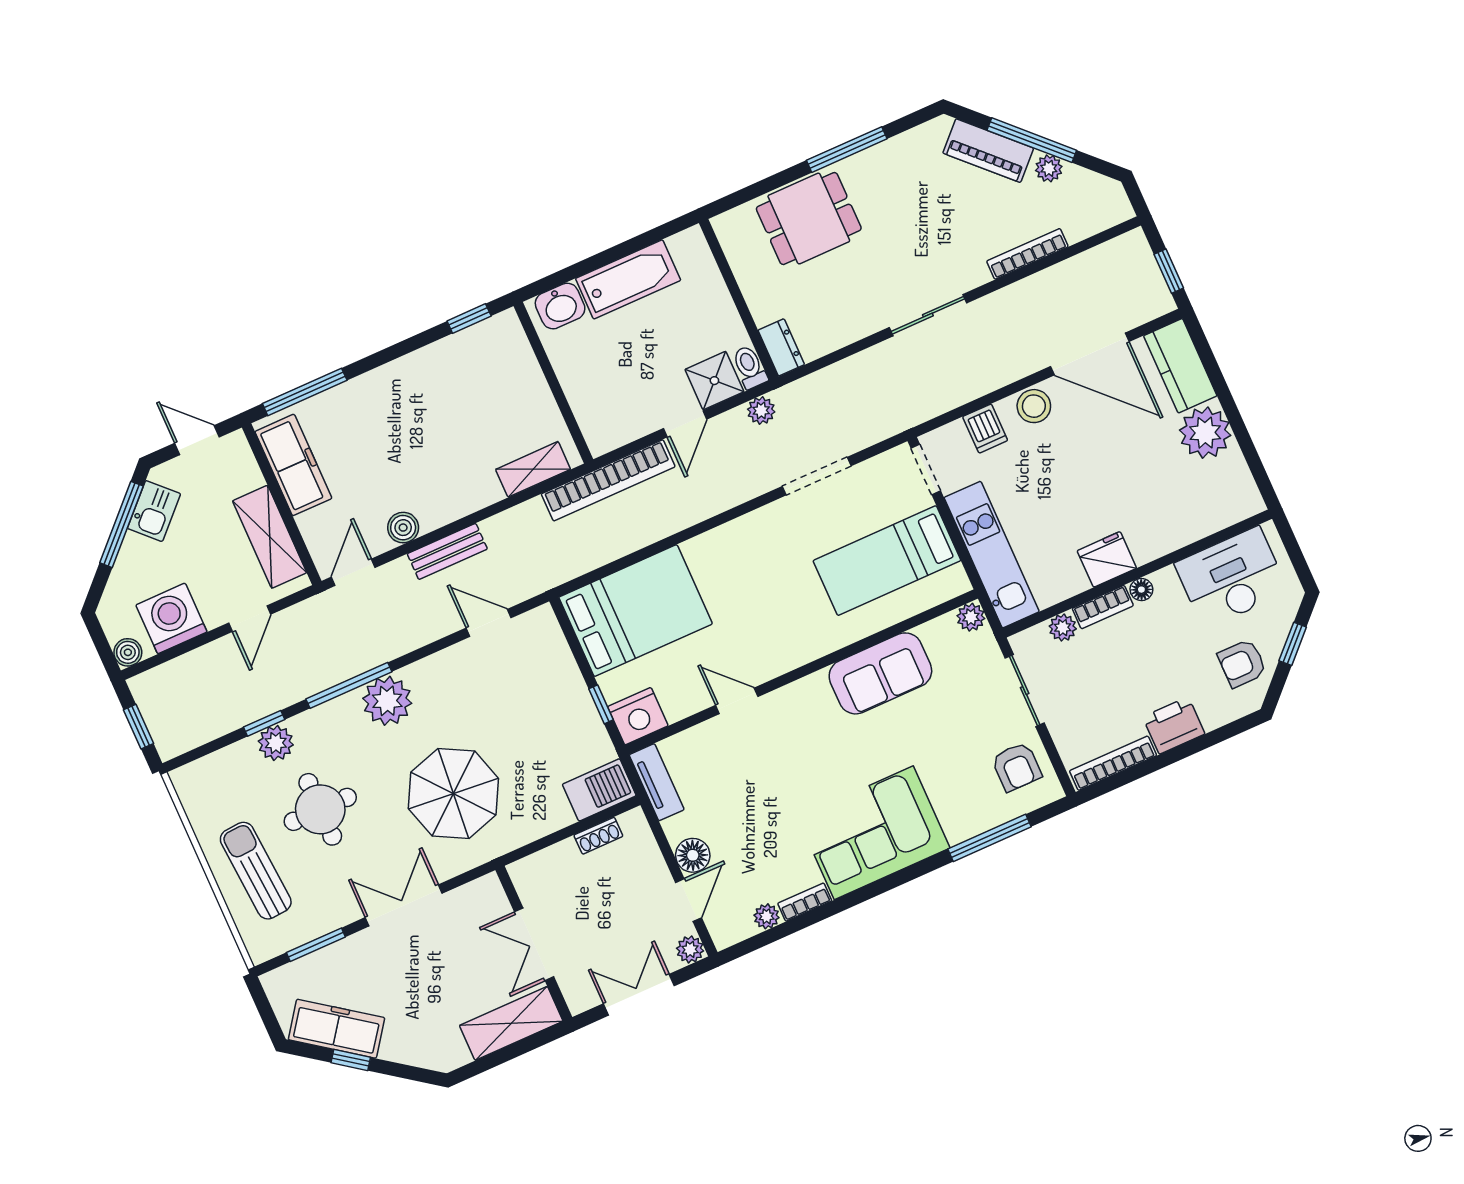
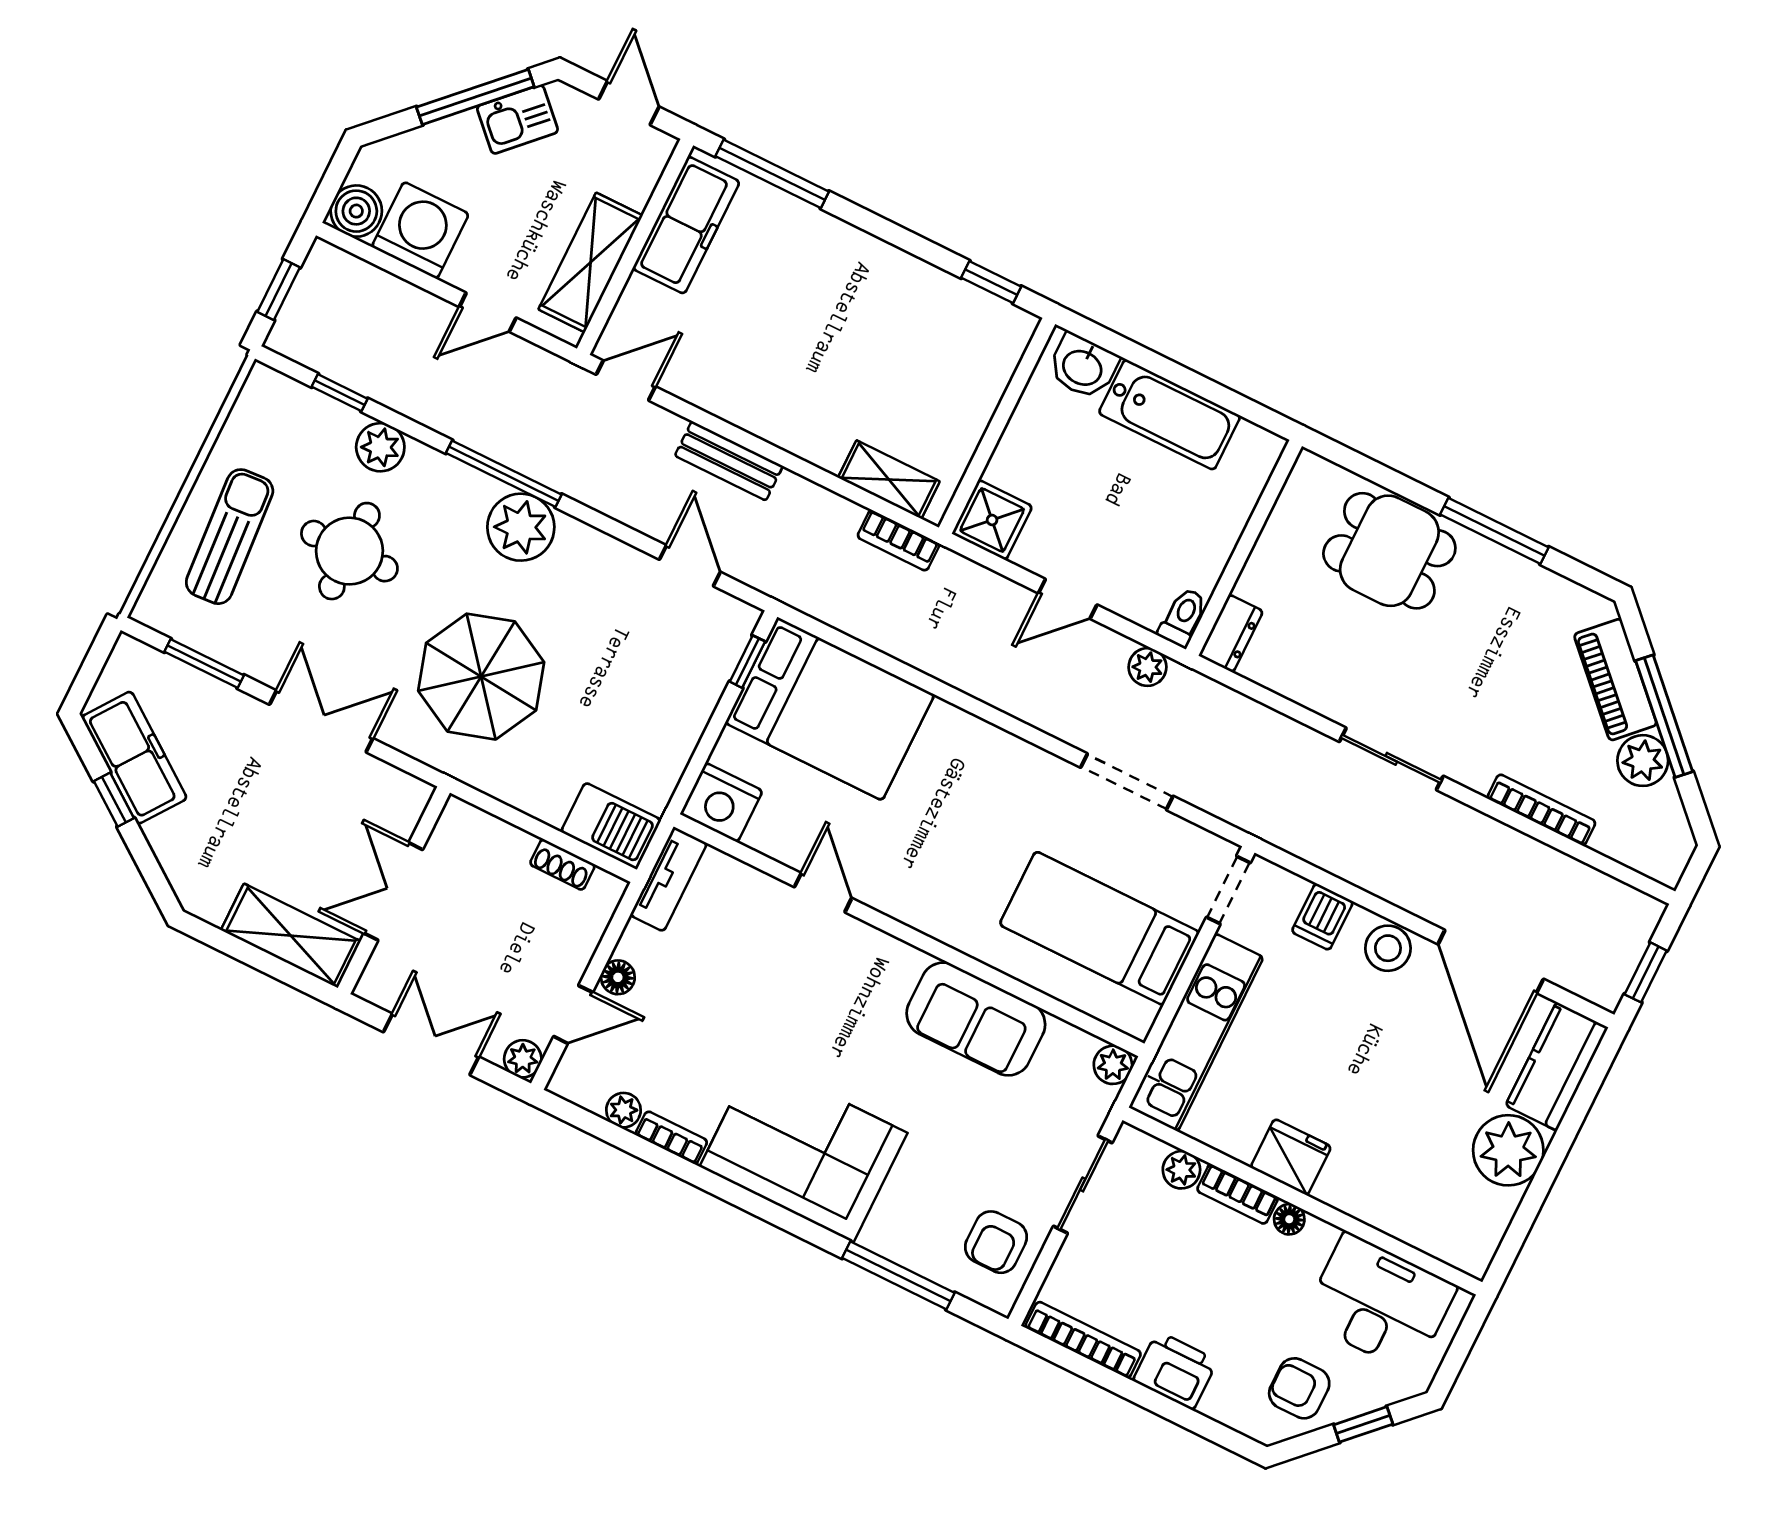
plant: (1049, 168) -> (1643, 761), width x1.38, depth x1.38
shower: (714, 381) -> (992, 520), moved
bookcase: (608, 480) -> (898, 540), width x0.43, depth x0.76
boiler: (403, 528) -> (716, 394), removed
boiler: (128, 652) -> (356, 211), width x1.36, depth x1.36
window: (601, 704) -> (747, 662), moved
window: (264, 723) -> (340, 393), moved
floor lamp: (693, 855) -> (618, 977), width x0.73, depth x0.73

